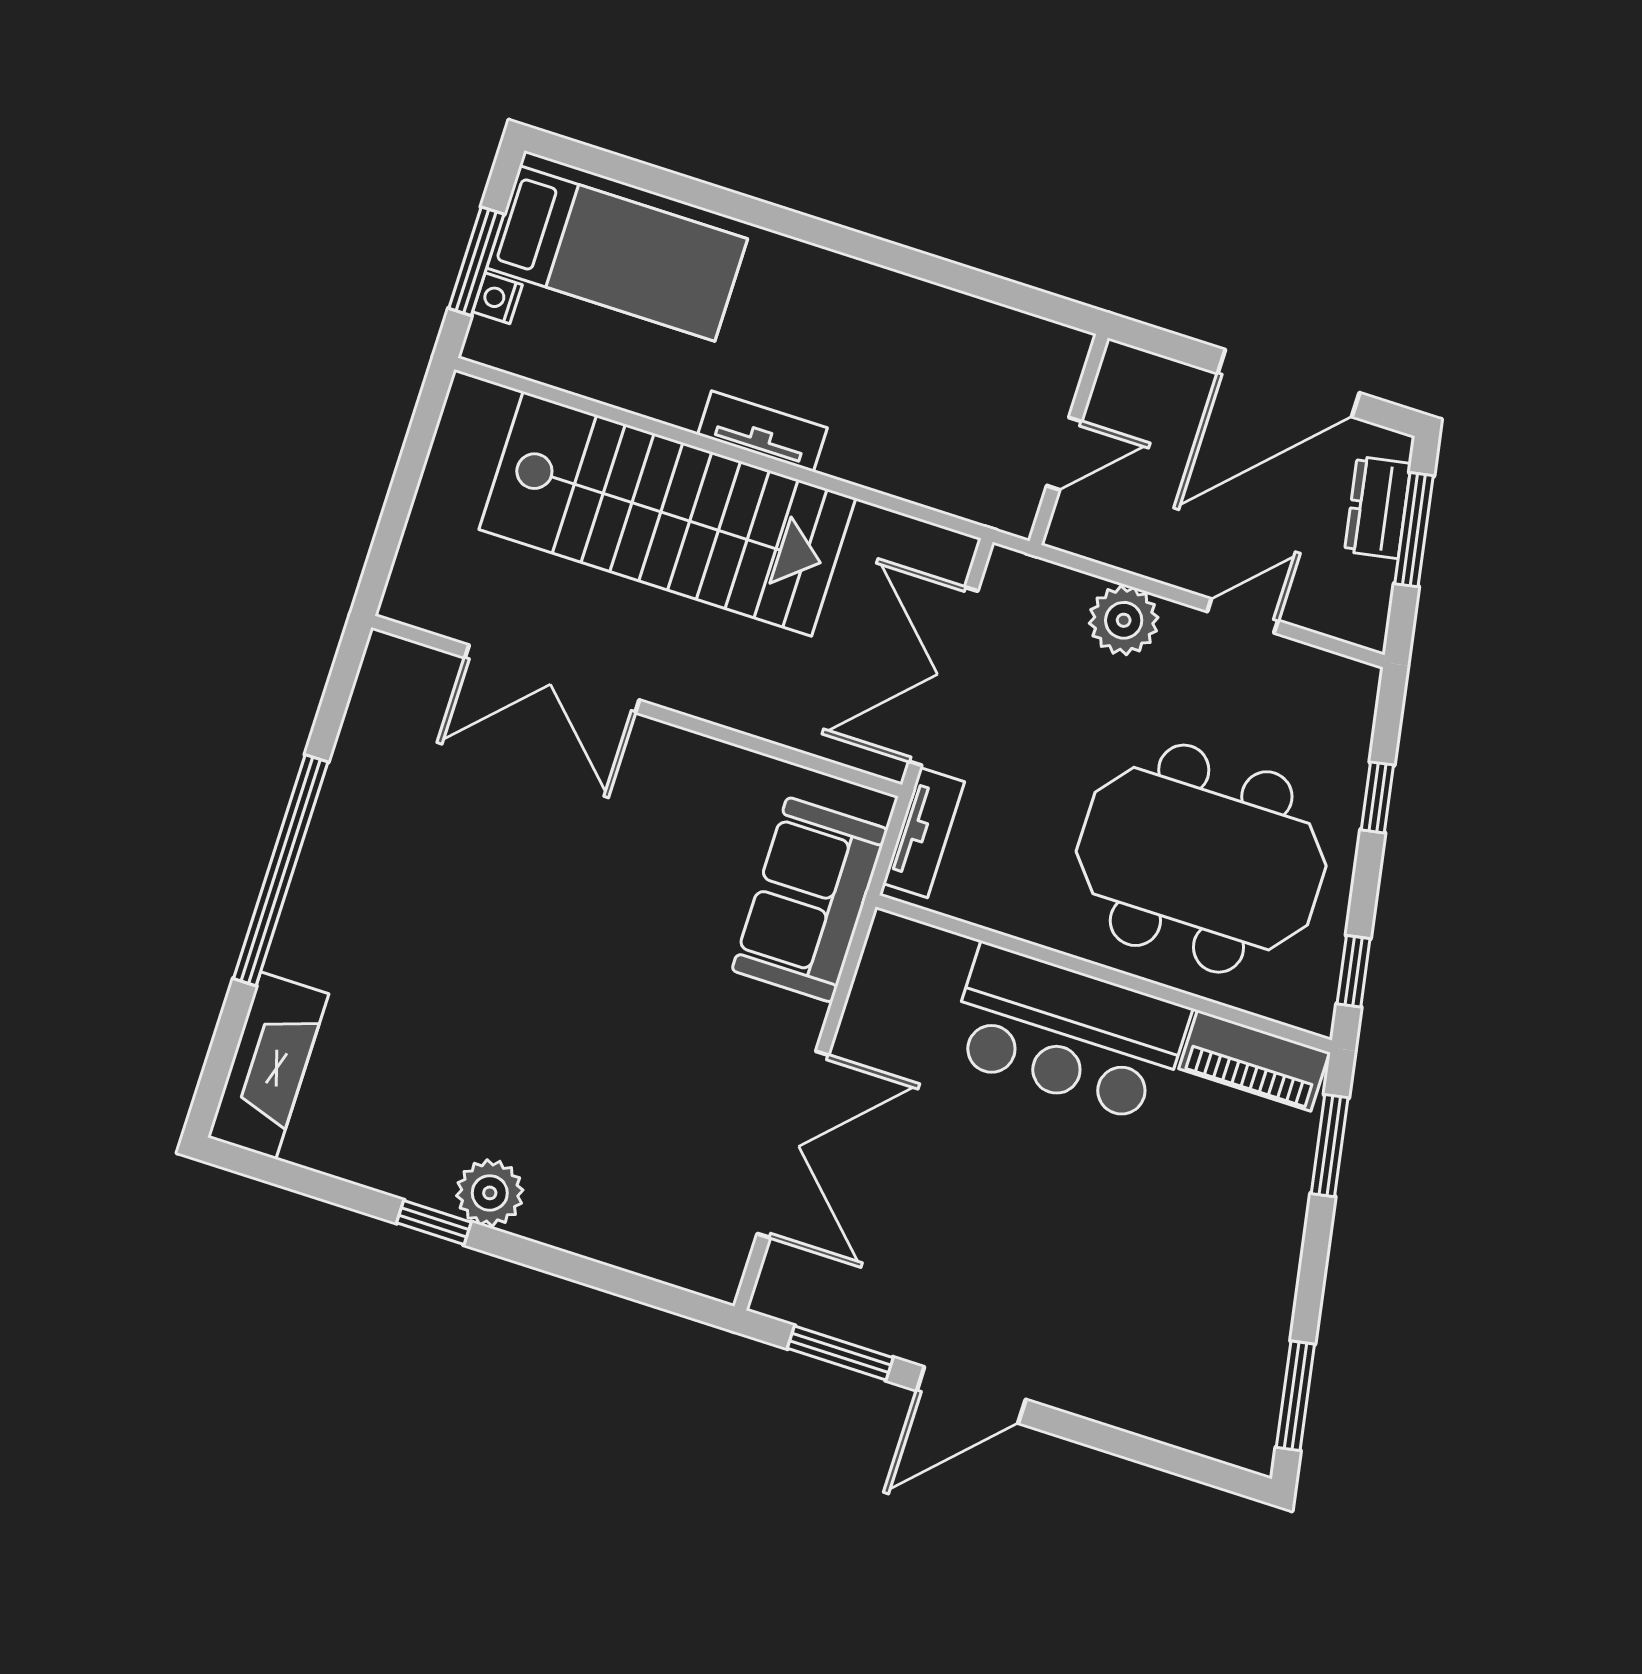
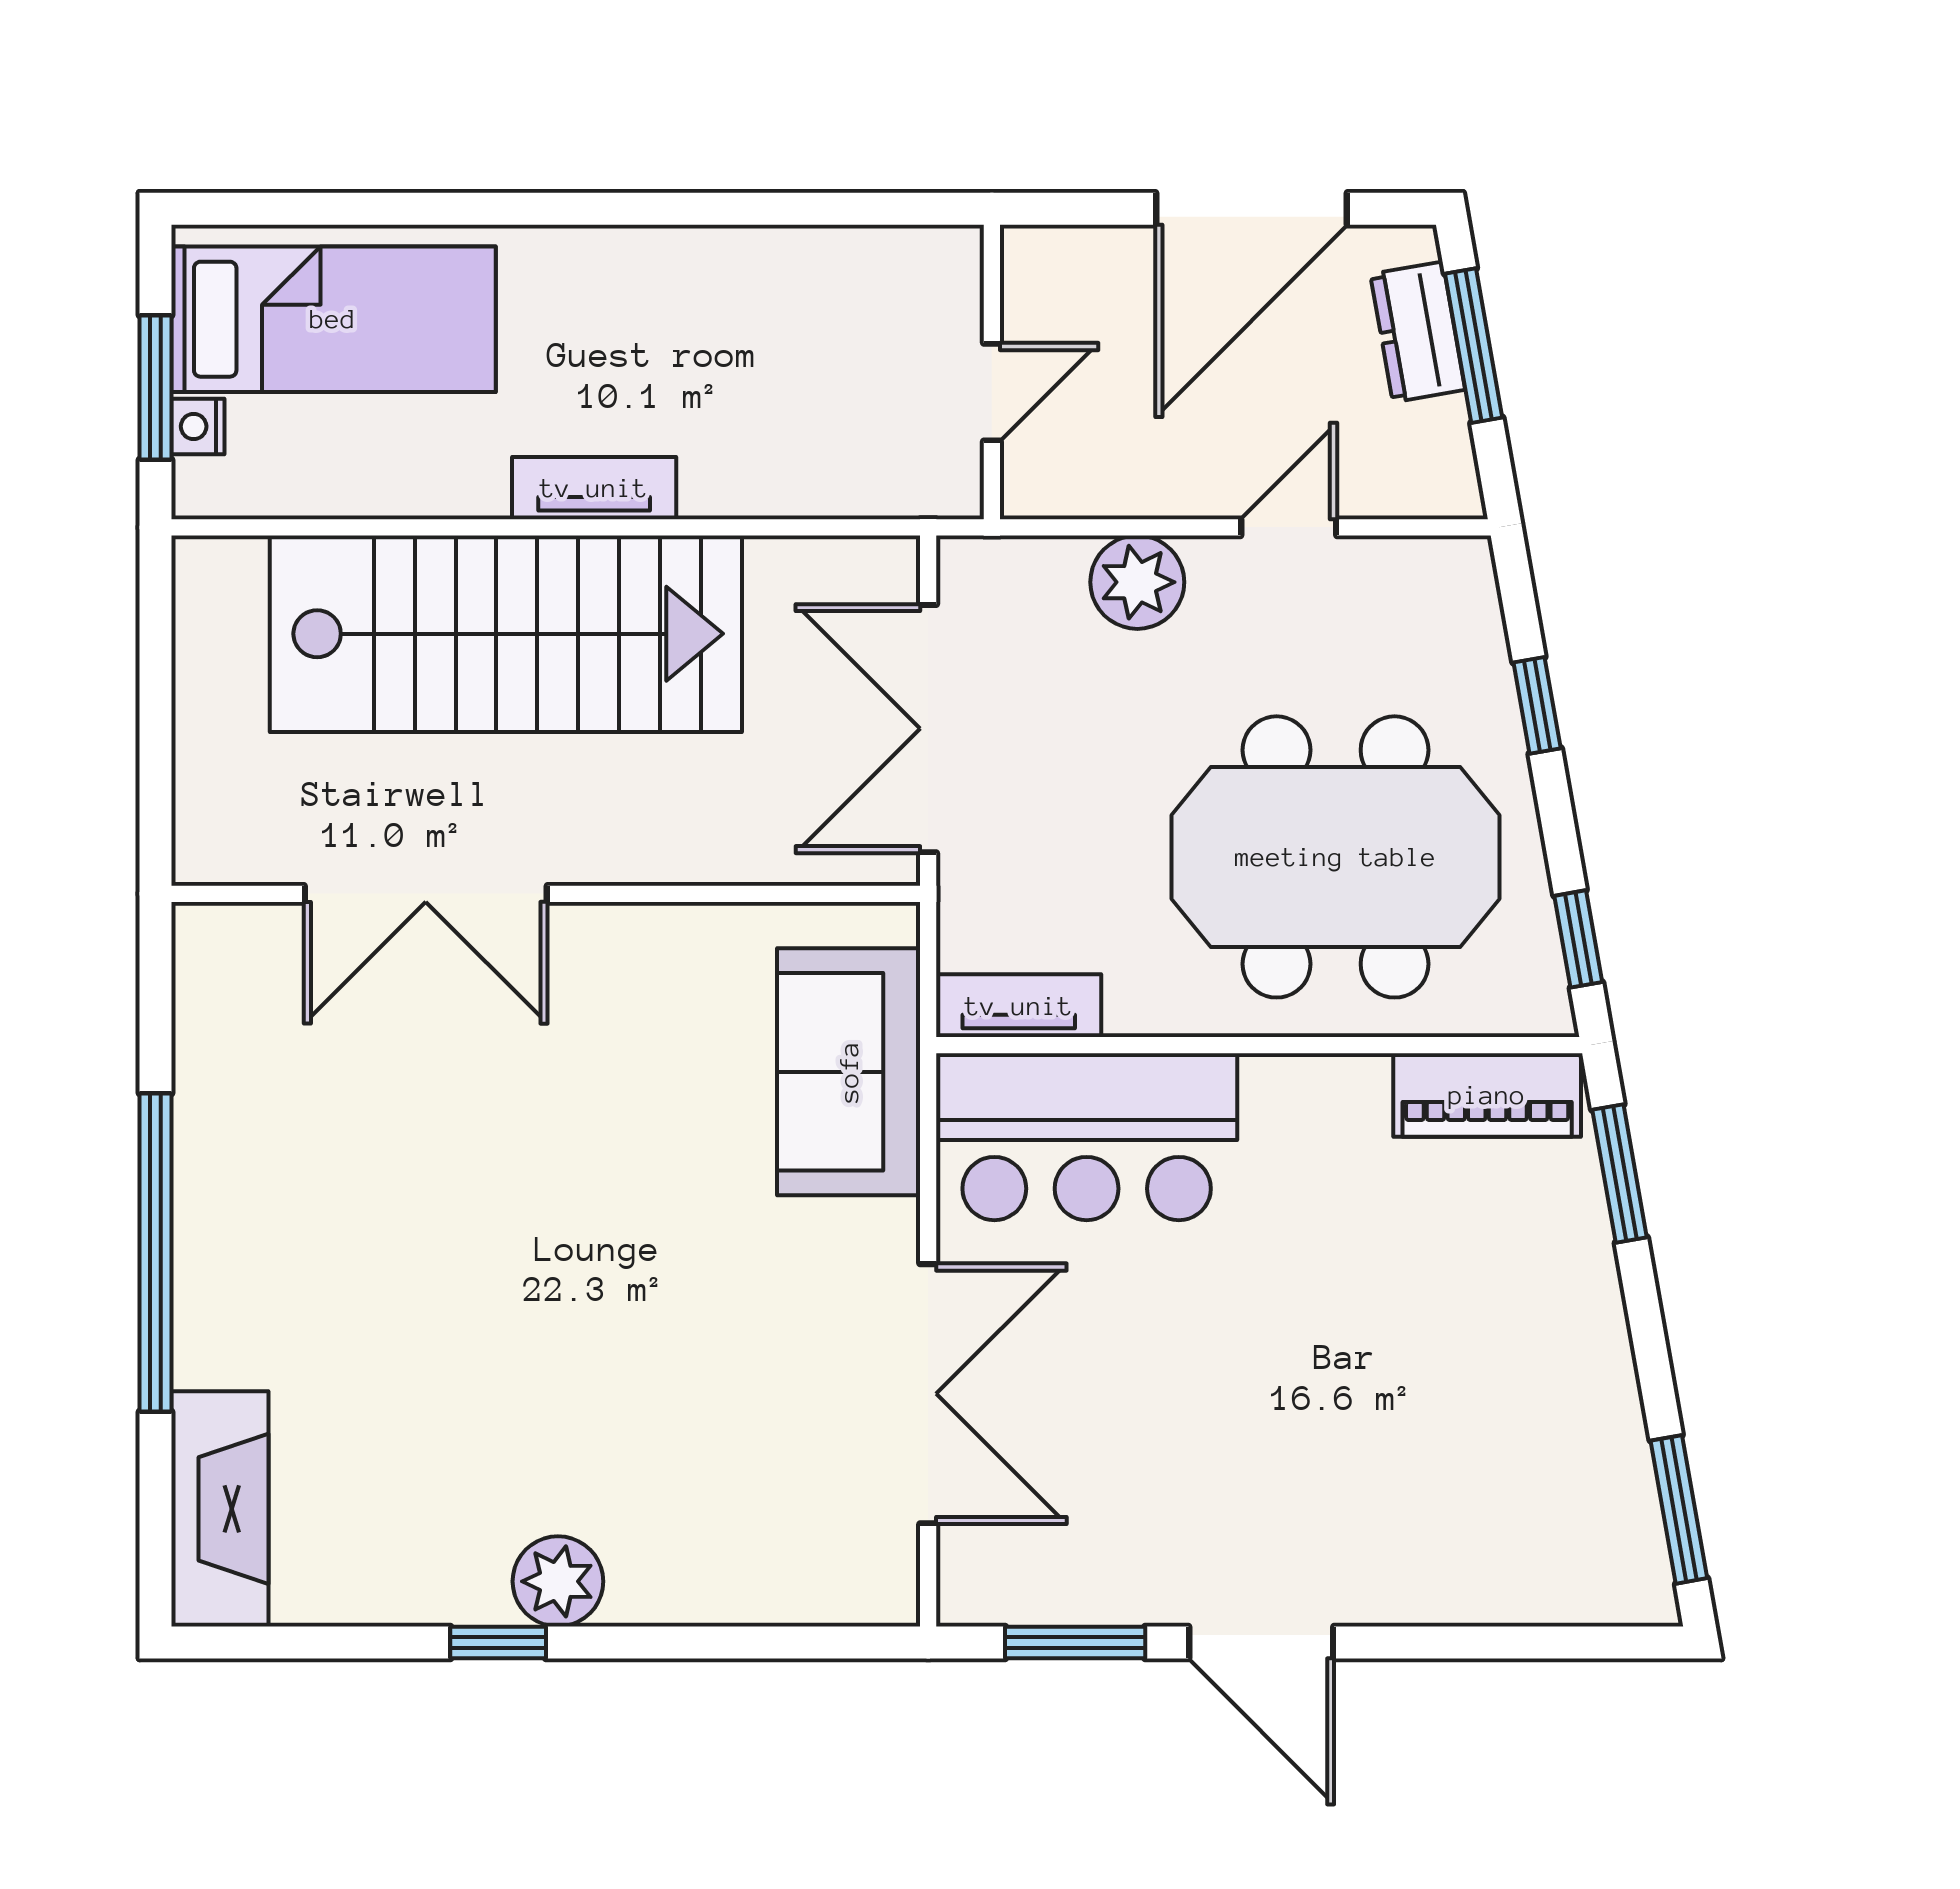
tv unit: (924, 833) -> (1019, 1006), moved, turned -90
bar counter: (1068, 1033) -> (1087, 1137), moved
door: (971, 1395) -> (1261, 1643), hinge flipped

